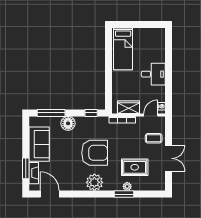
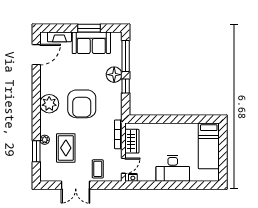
bed: (123, 49) -> (209, 146), moved, turned -90
desk: (153, 74) -> (173, 168), width x1.37
window: (91, 113) -> (126, 86), moved
door: (151, 115) -> (123, 166), hinge flipped
window: (26, 168) -> (89, 28), moved
window: (124, 194) -> (36, 151), moved

